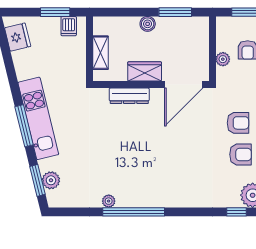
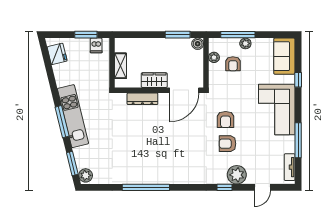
boiler: (148, 24) -> (198, 44), moved
plant: (223, 59) -> (214, 57), moved
armchair: (238, 123) -> (226, 119), turned 90
armchair: (241, 154) -> (228, 144), turned 180
plant: (51, 180) -> (86, 175), moved
plant: (109, 201) -> (127, 179), removed

